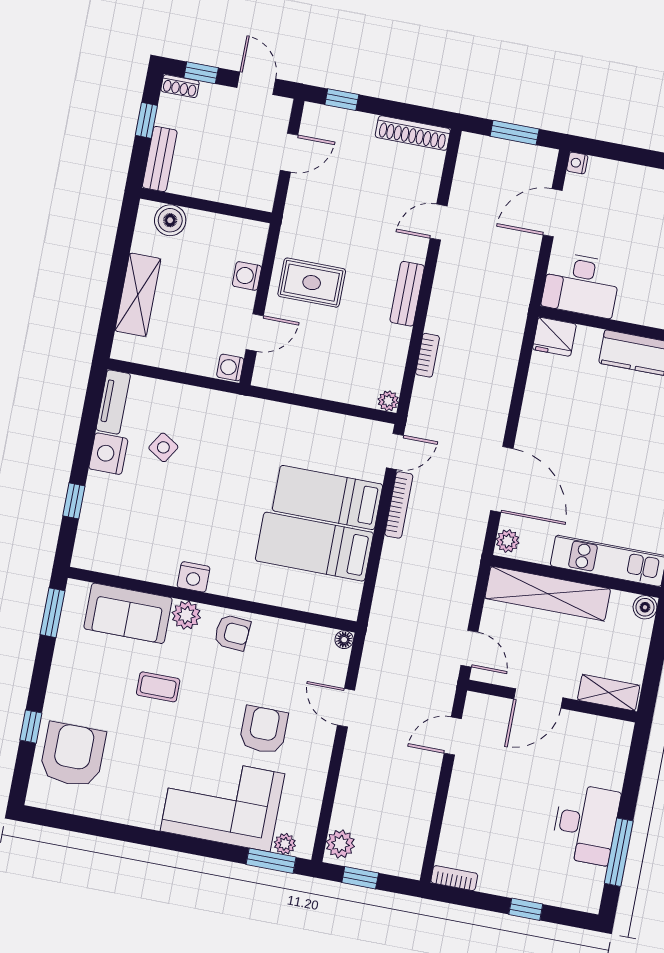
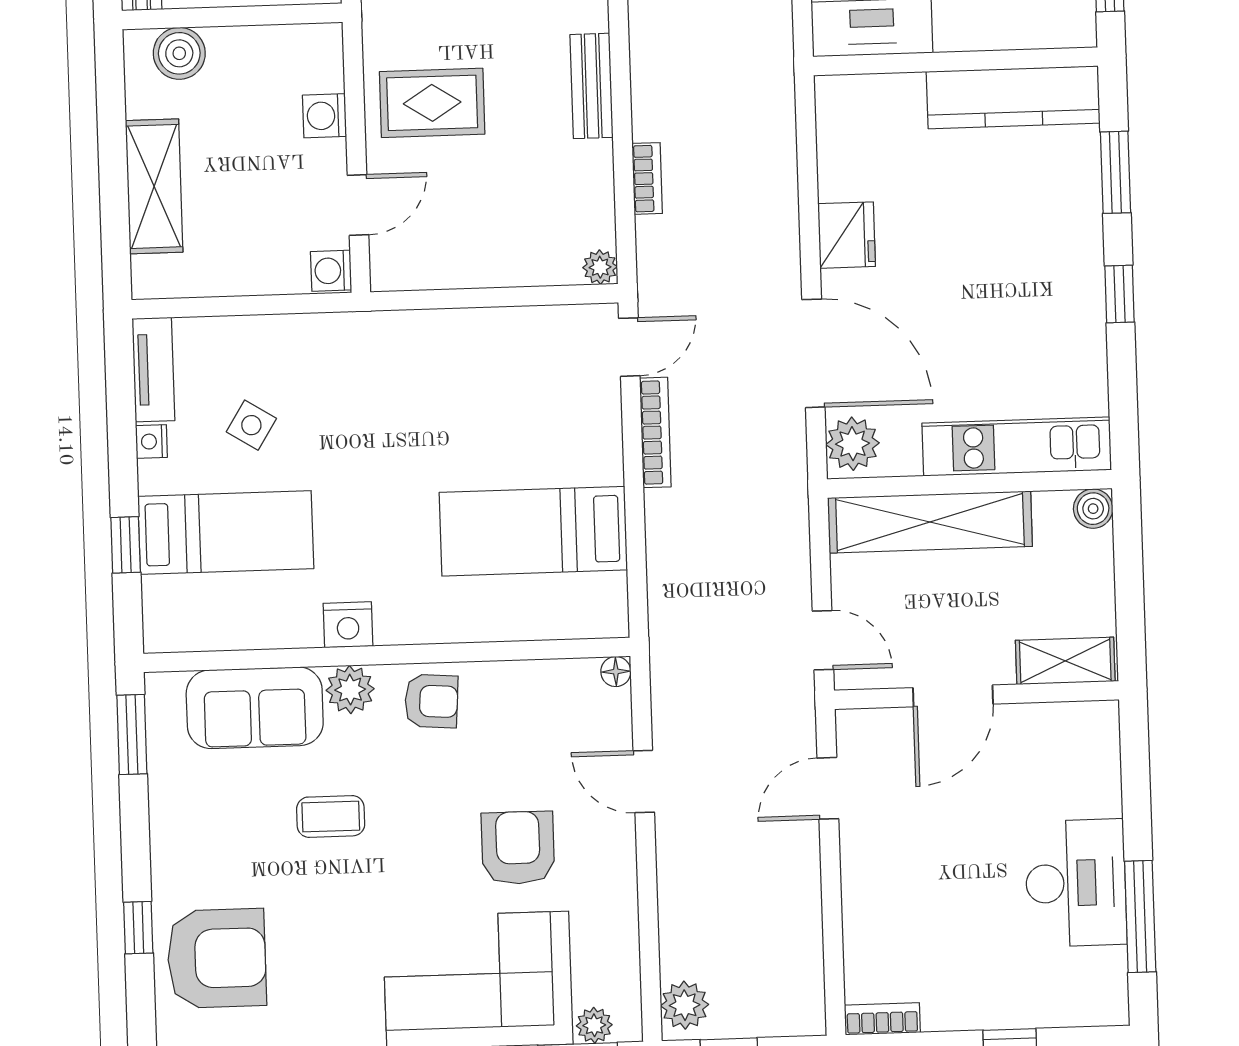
fridge: (554, 337) -> (847, 235), moved, turned -90
nightstand: (108, 454) -> (151, 441), width x0.53, depth x0.56
bed: (327, 497) -> (226, 532), moved, turned 180
plant: (508, 541) -> (853, 444), width x1.38, depth x1.38
armchair: (73, 755) -> (217, 958), turned 90

